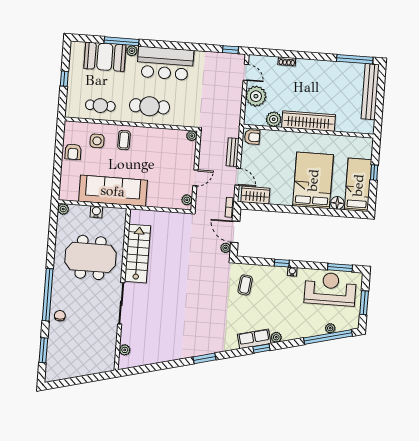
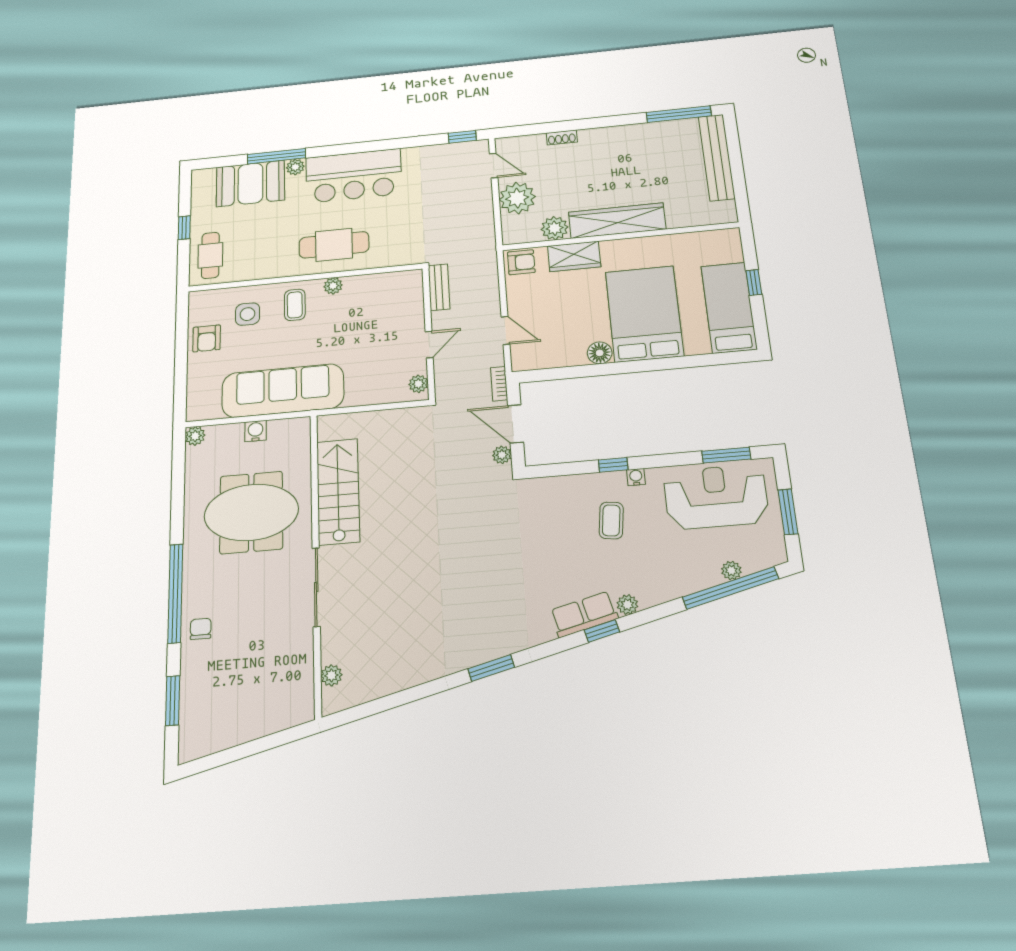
cafe table: (100, 106) -> (210, 255), moved, turned 90
plant: (192, 136) -> (333, 286), moved
bench: (233, 152) -> (439, 287), moved
wardrobe: (255, 195) -> (574, 256), moved, turned 180
floor lamp: (337, 203) -> (600, 353), moved
coffee table: (245, 285) -> (611, 520), moved

